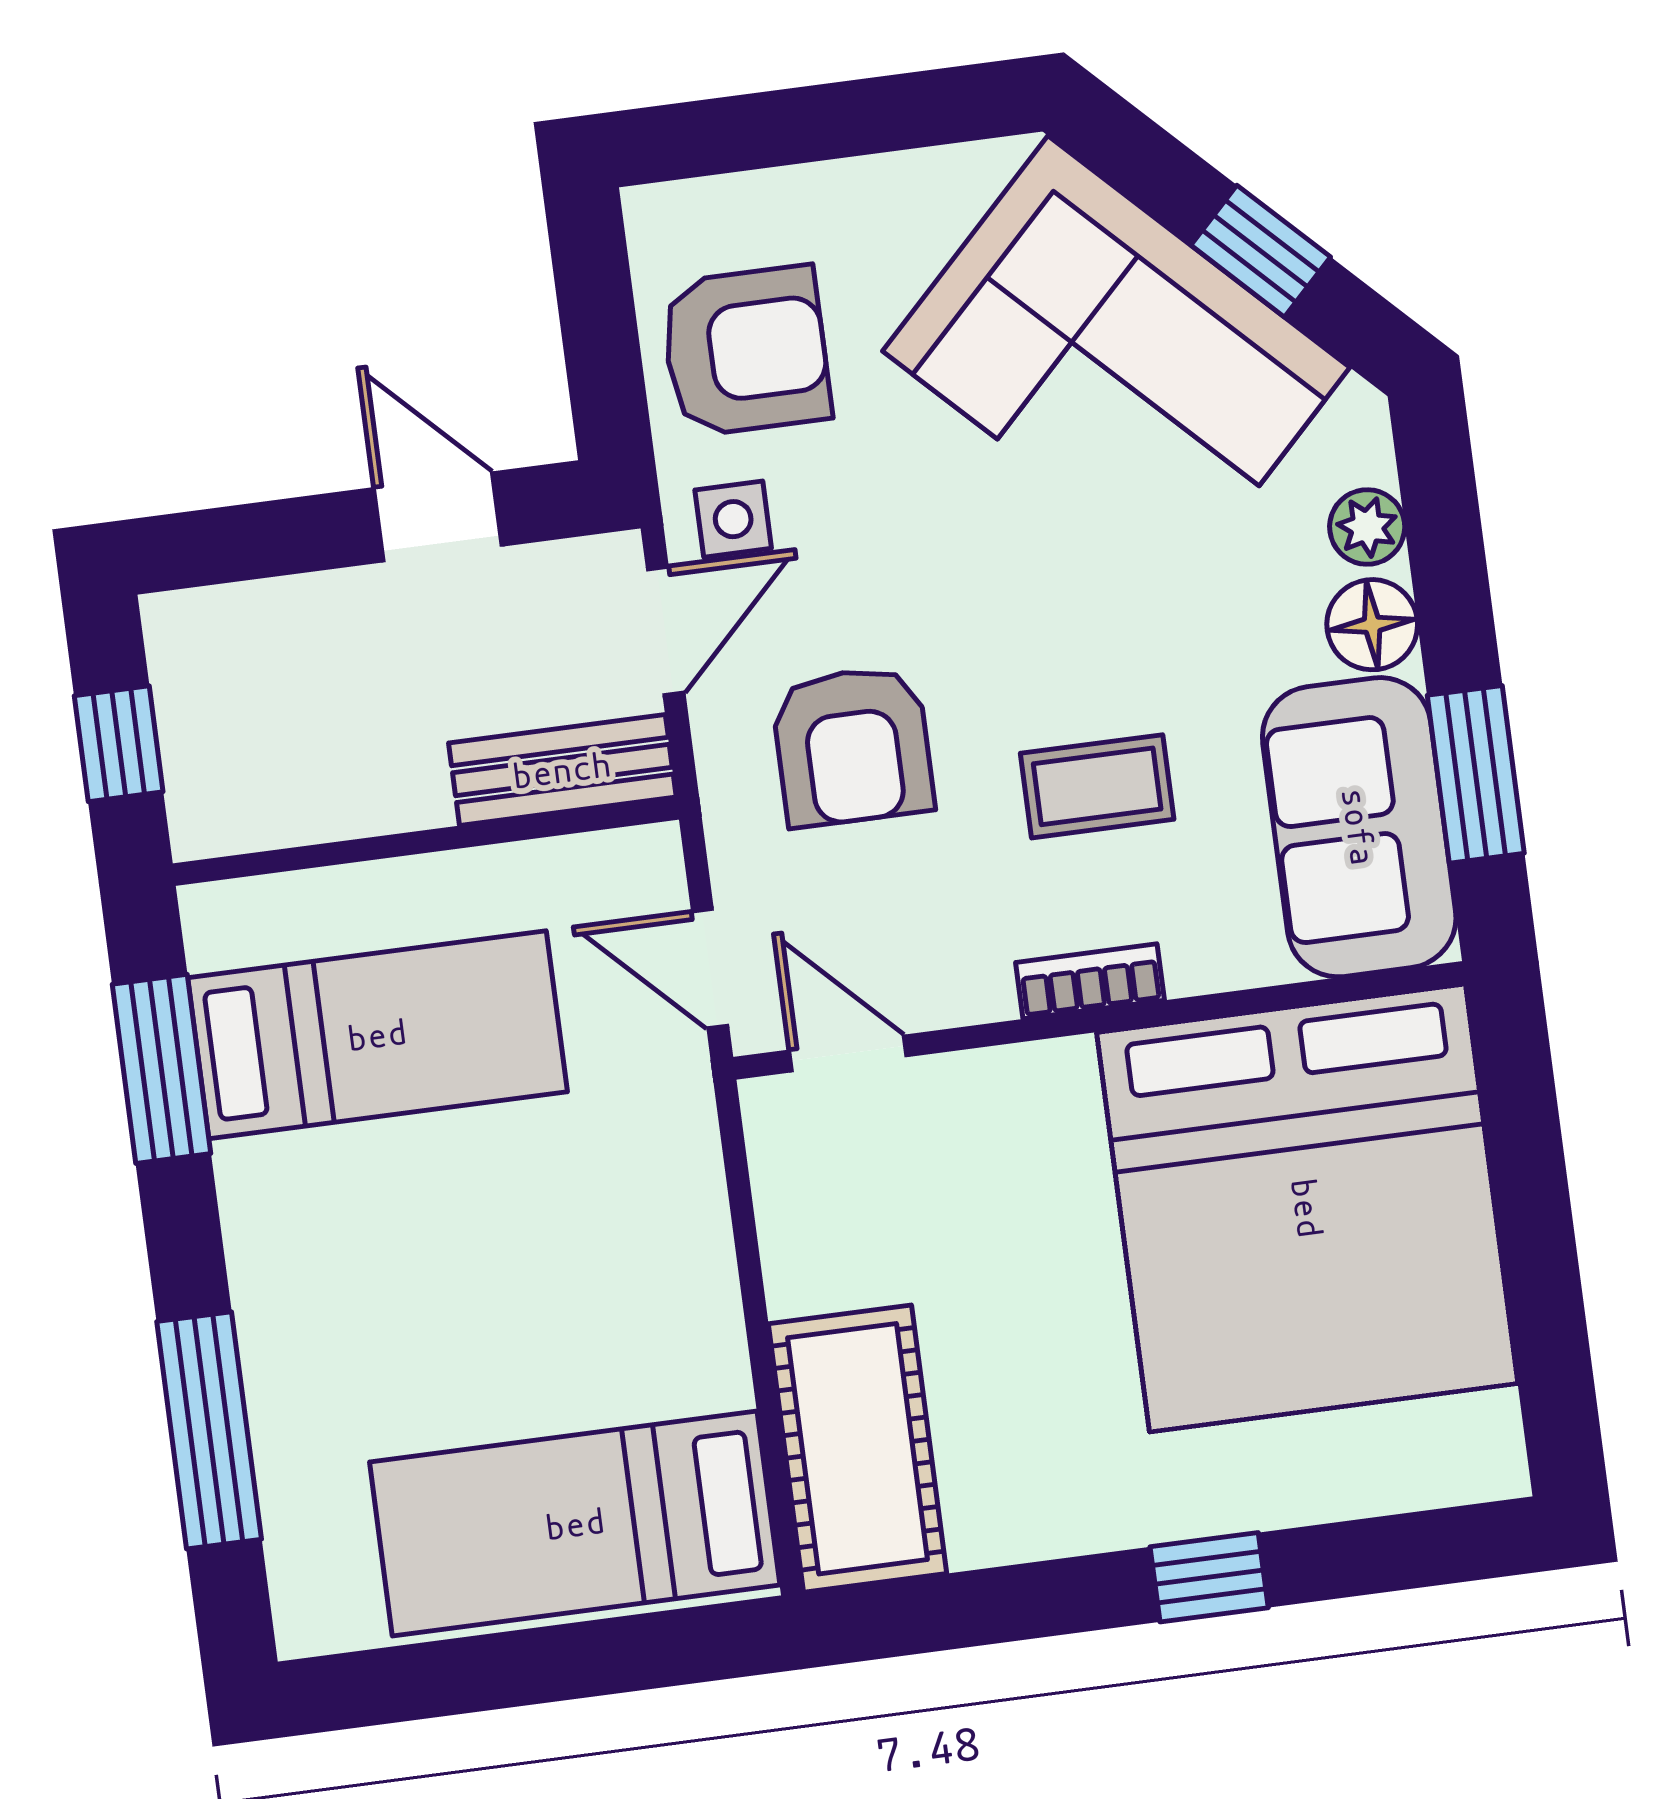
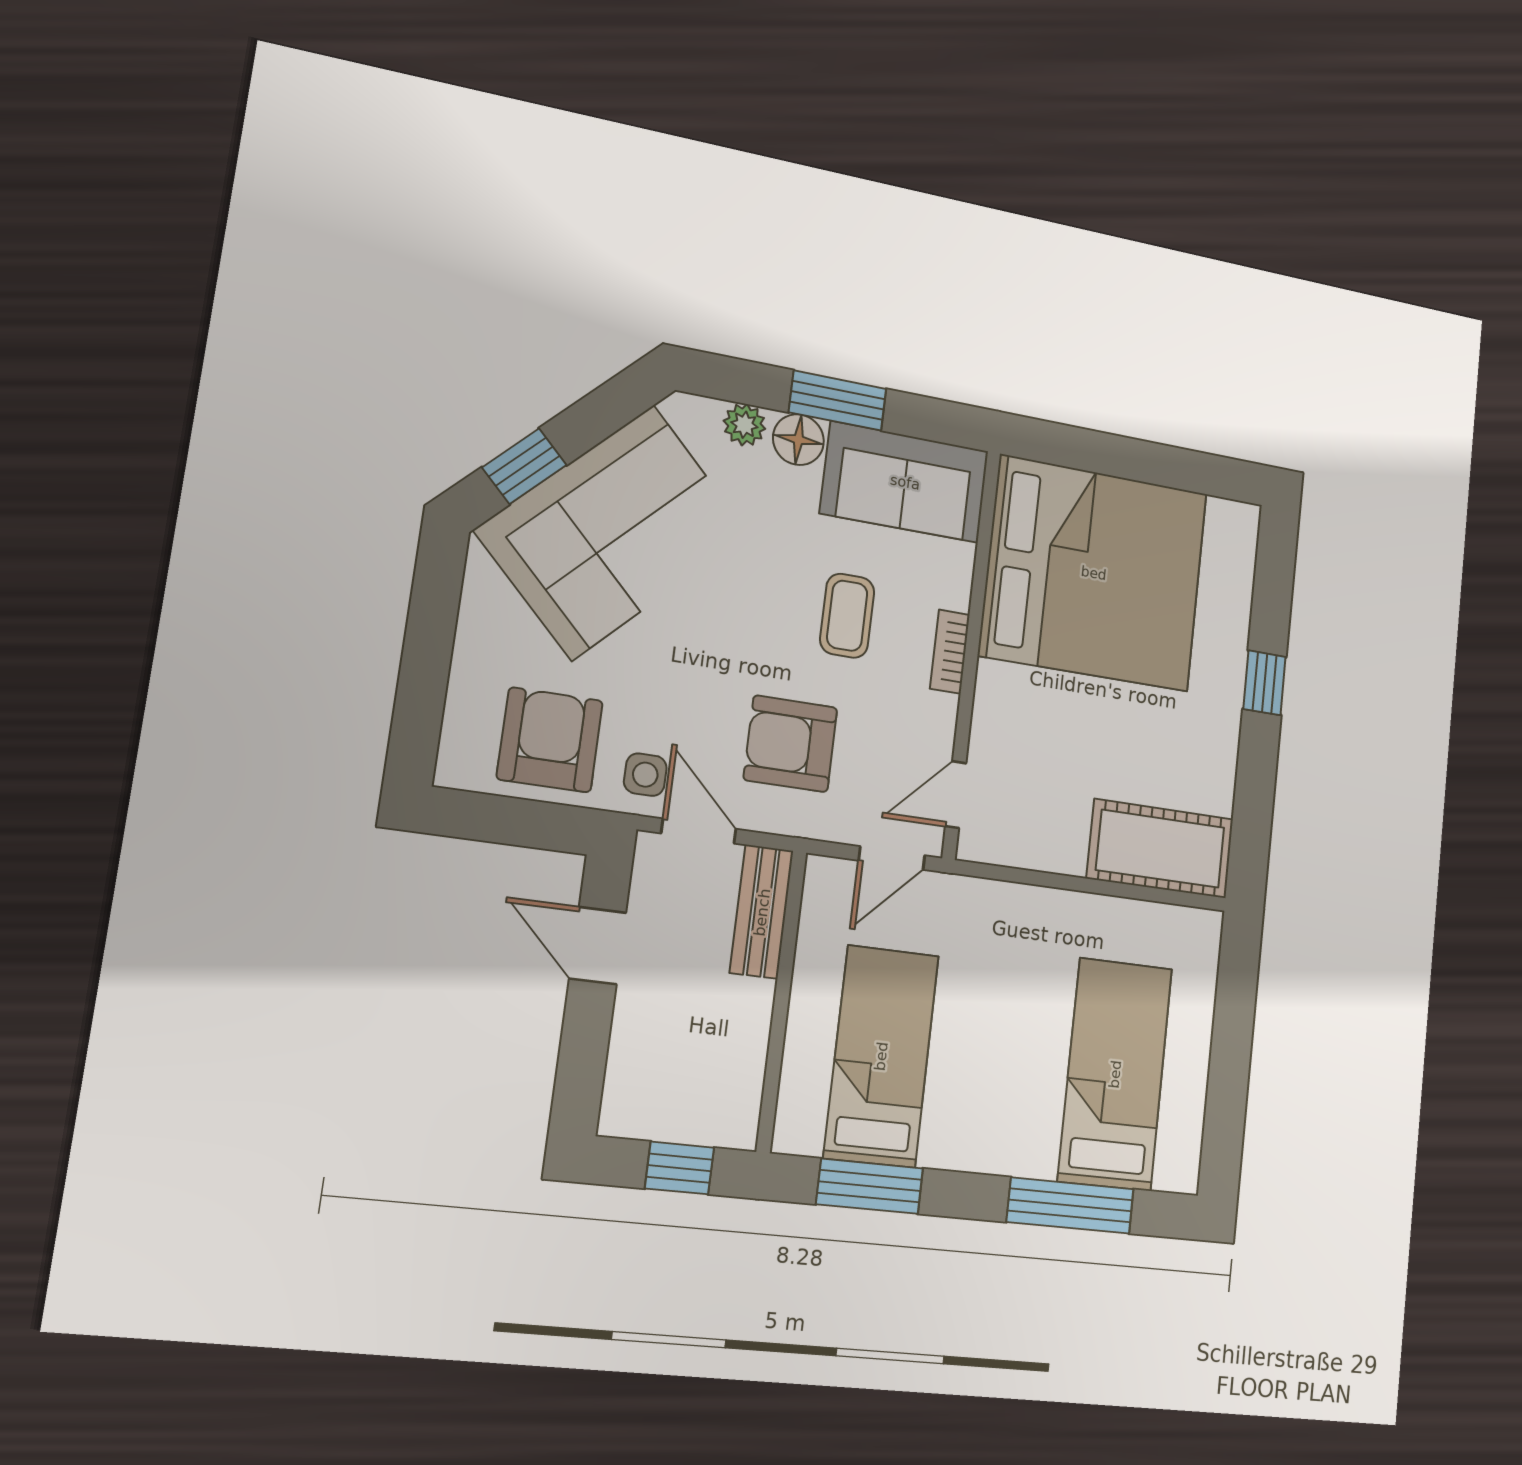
window: (1261, 251) -> (524, 466), moved
door: (438, 517) -> (598, 946), hinge flipped
armchair: (853, 746) -> (791, 744), turned 180
window: (1476, 774) -> (838, 400), moved
bed: (575, 1524) -> (1115, 1074), moved, turned 180

